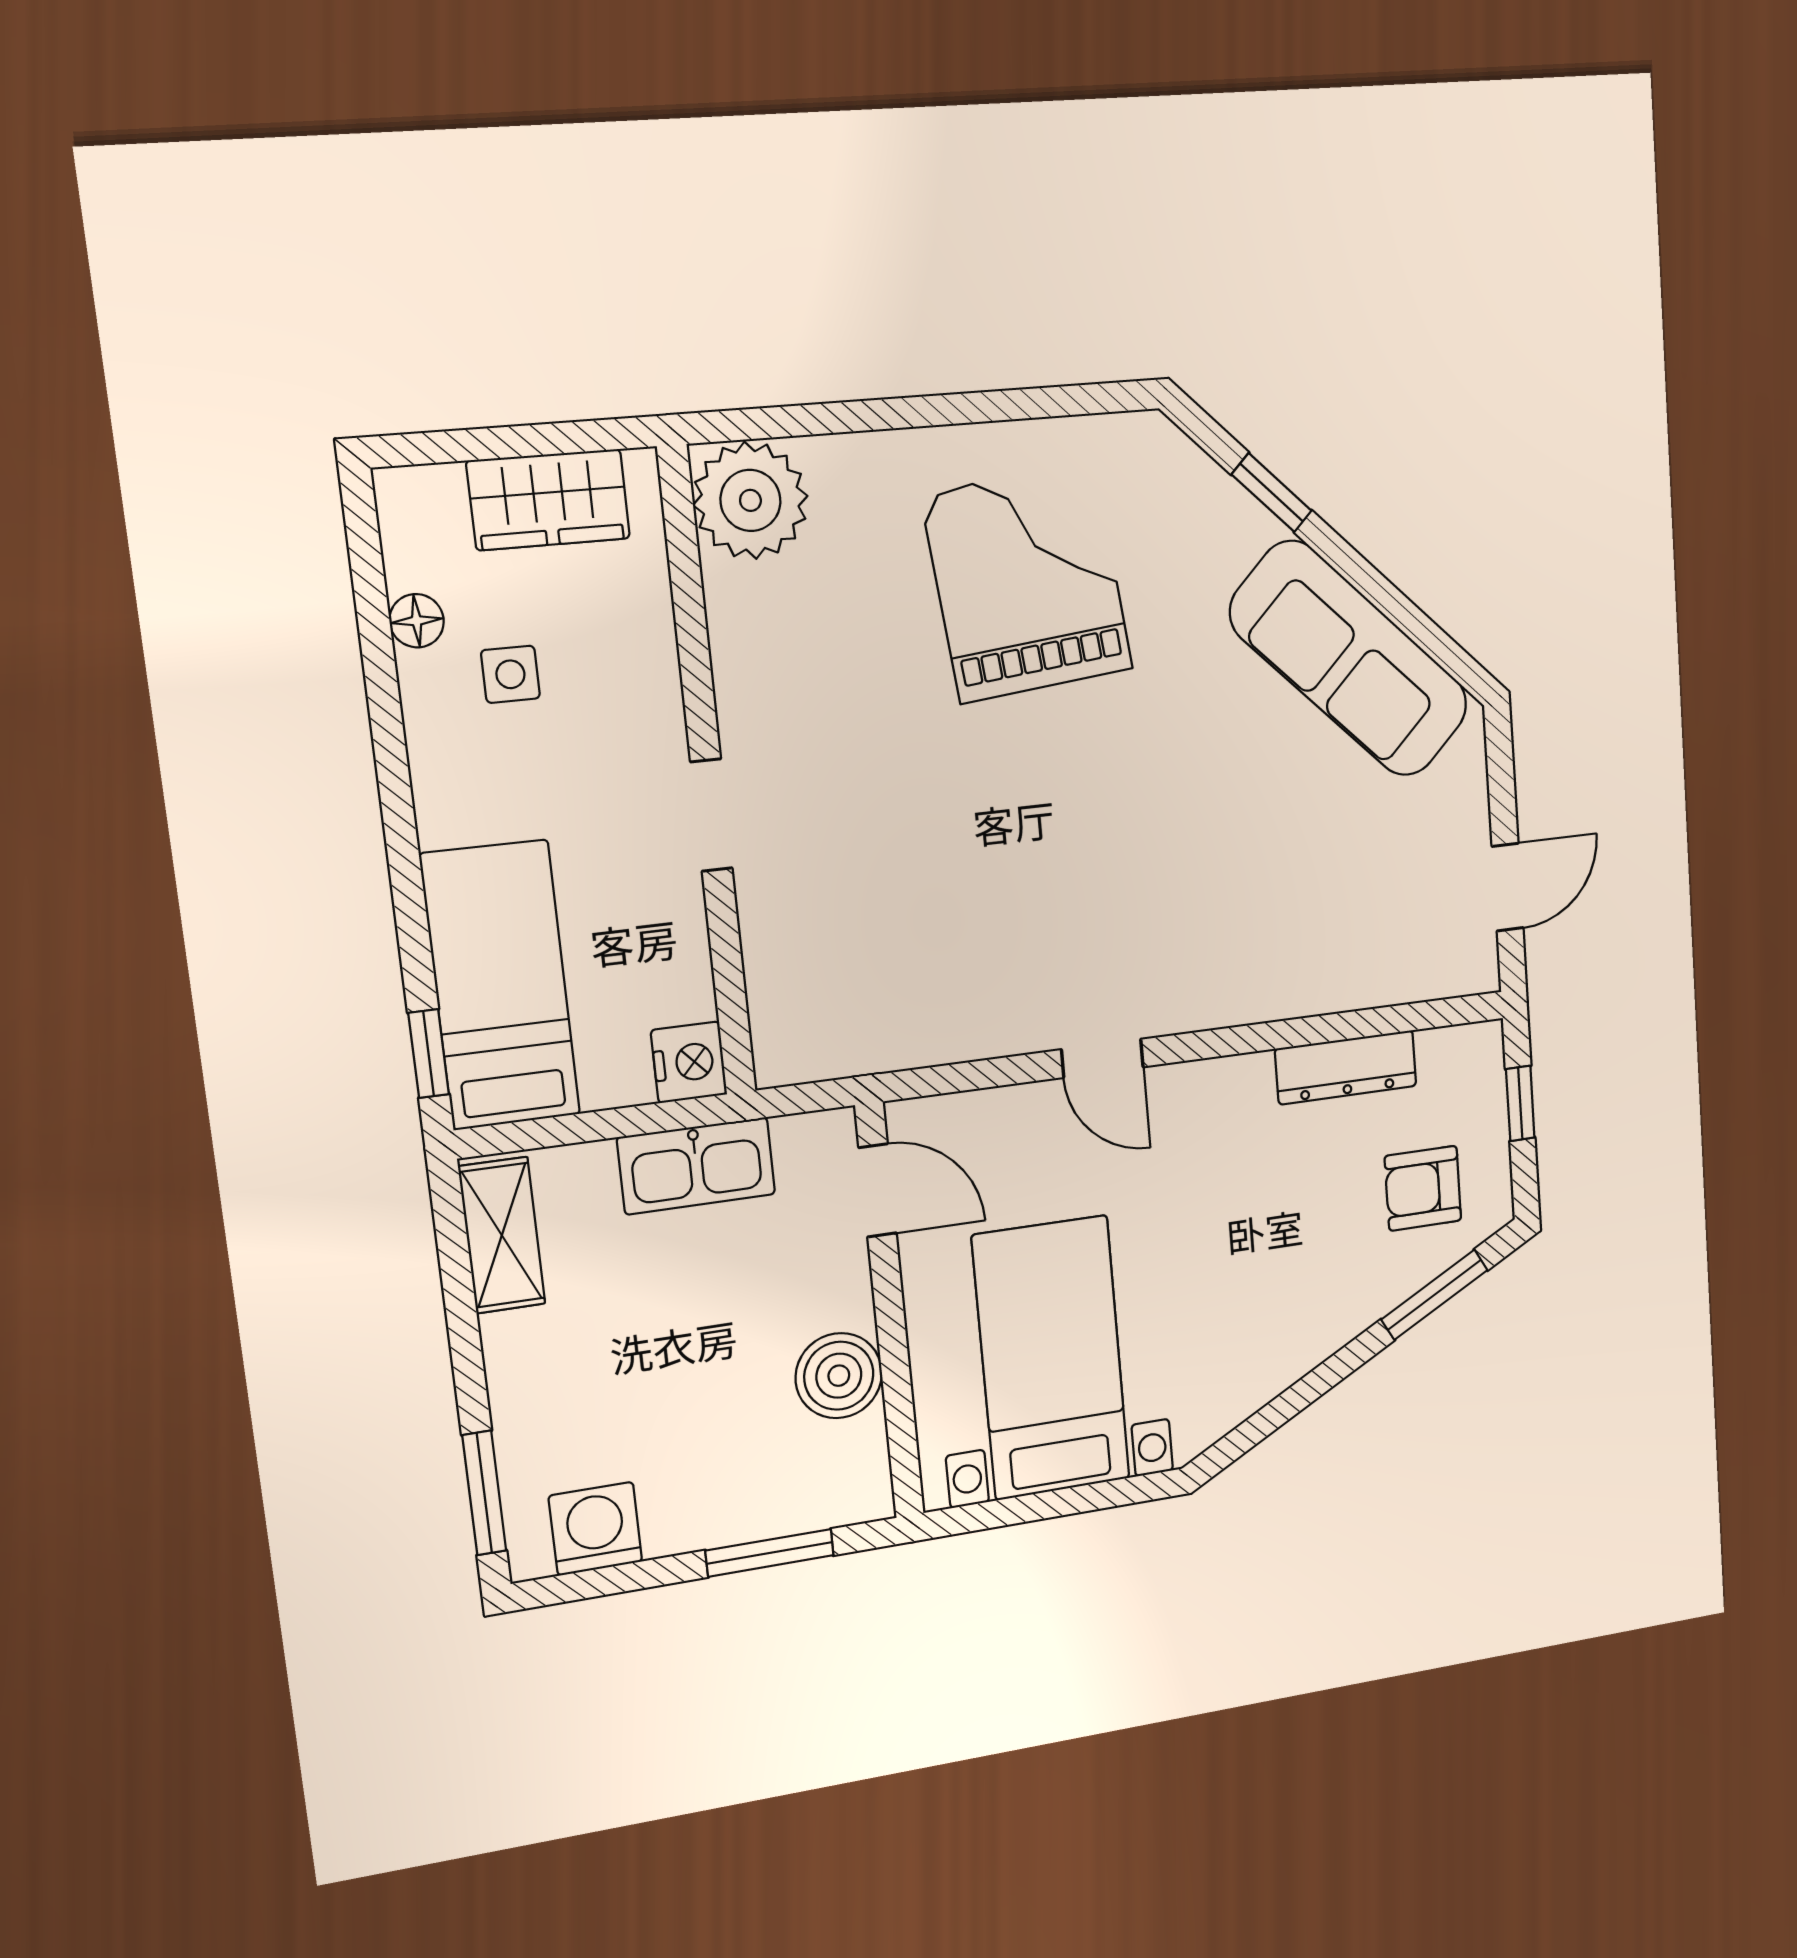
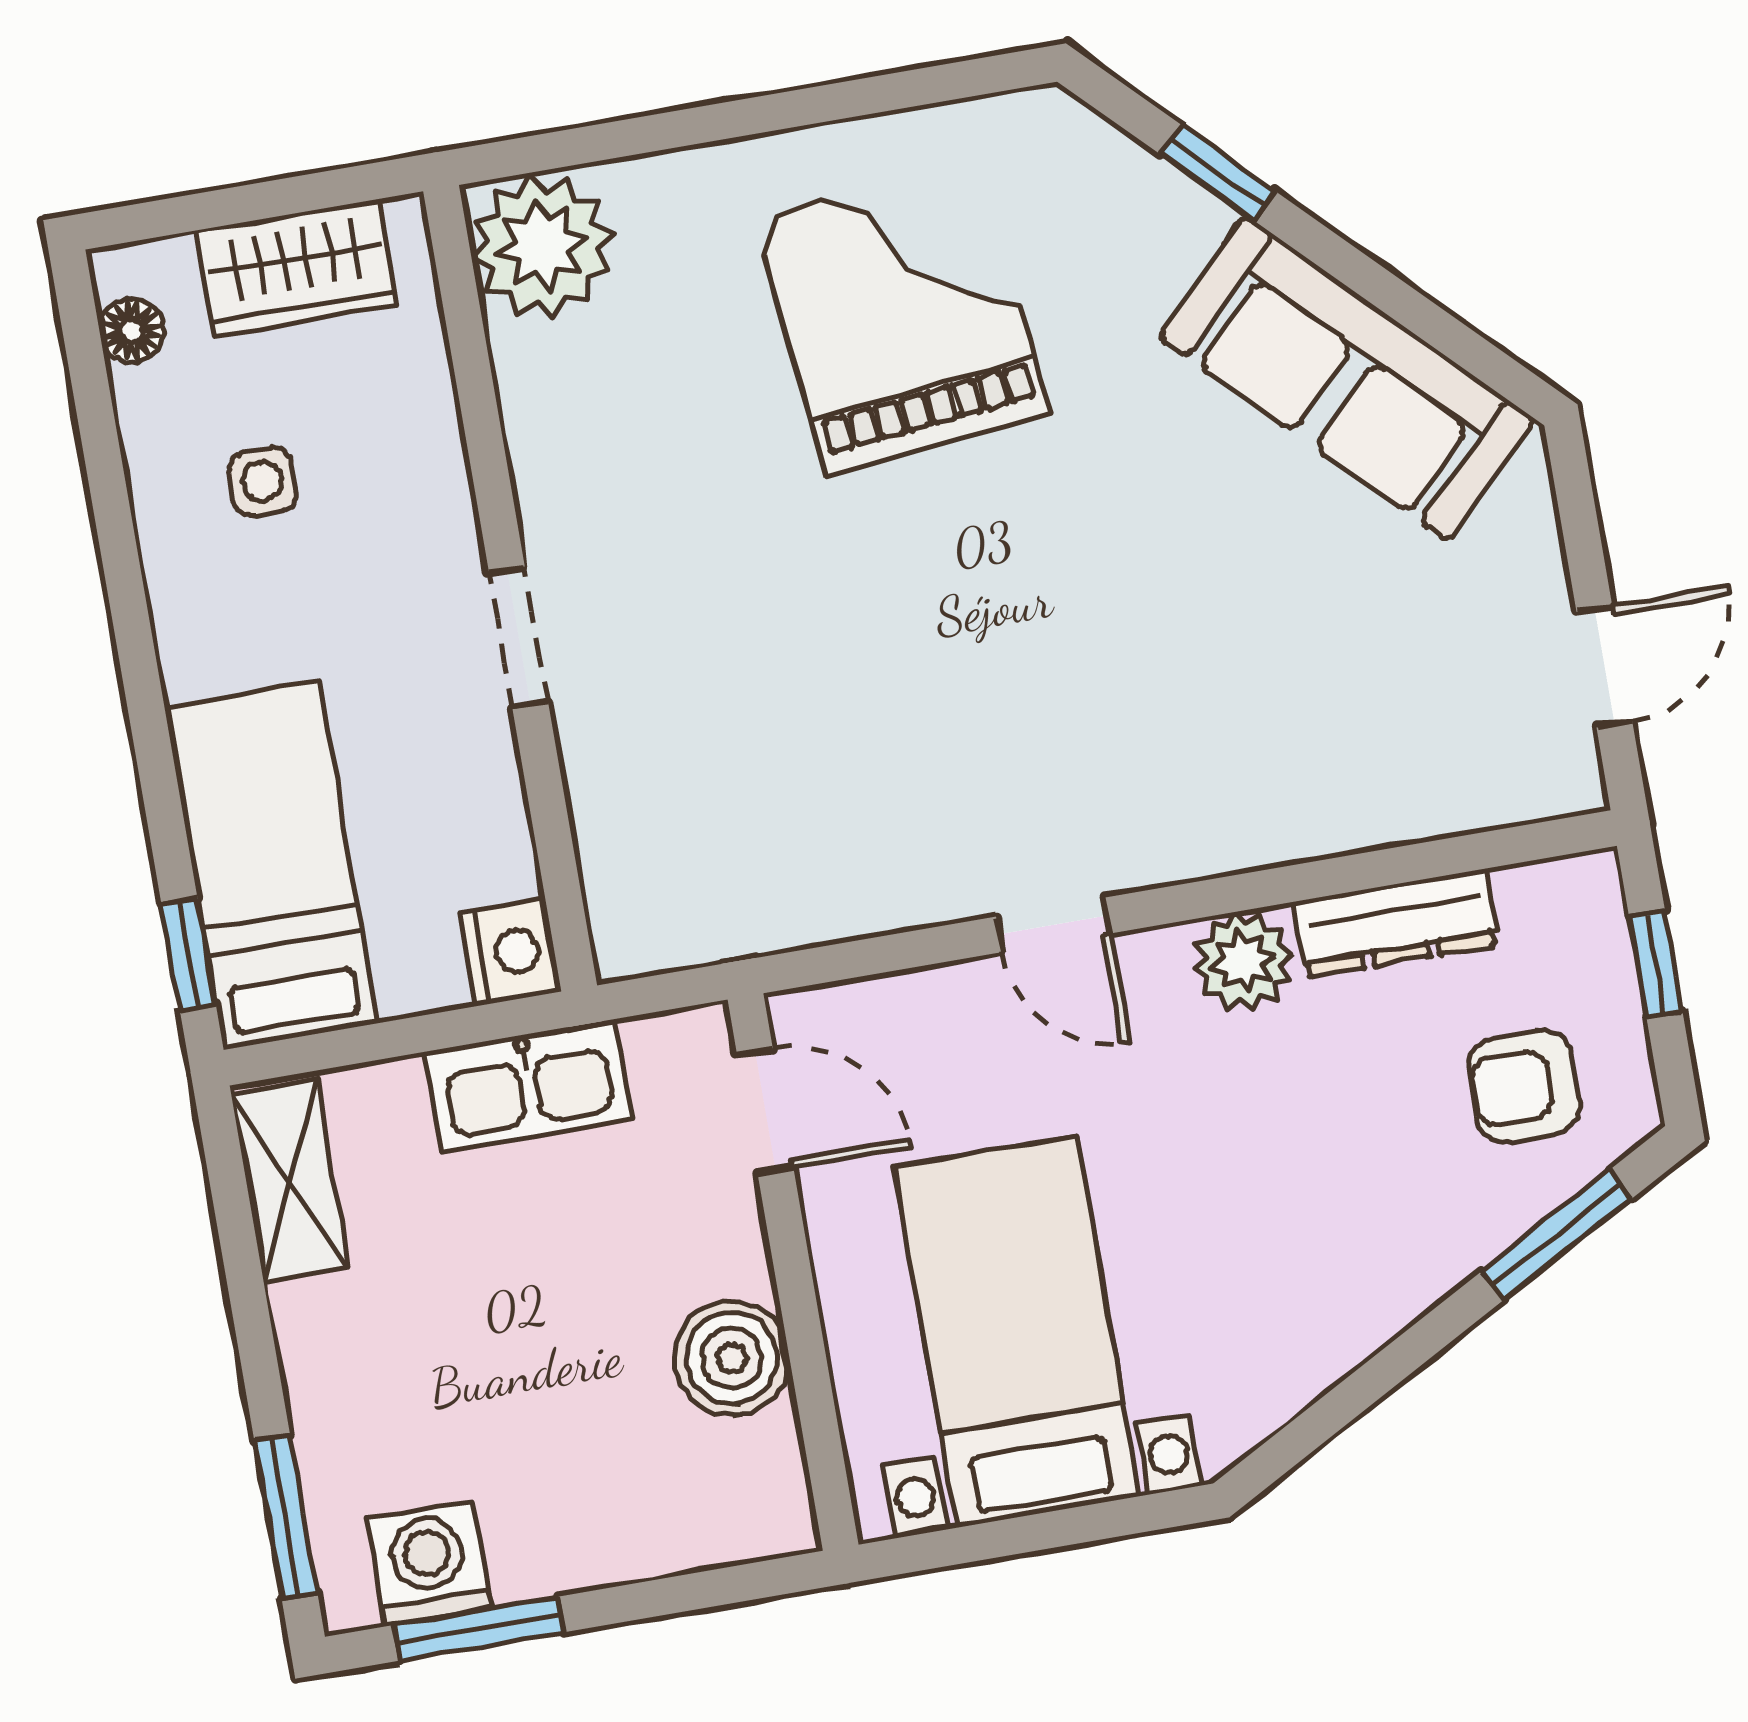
floor lamp: (417, 621) -> (132, 331), moved
plant: (1237, 1091) -> (1243, 961), added
window: (770, 1553) -> (478, 1629), moved

